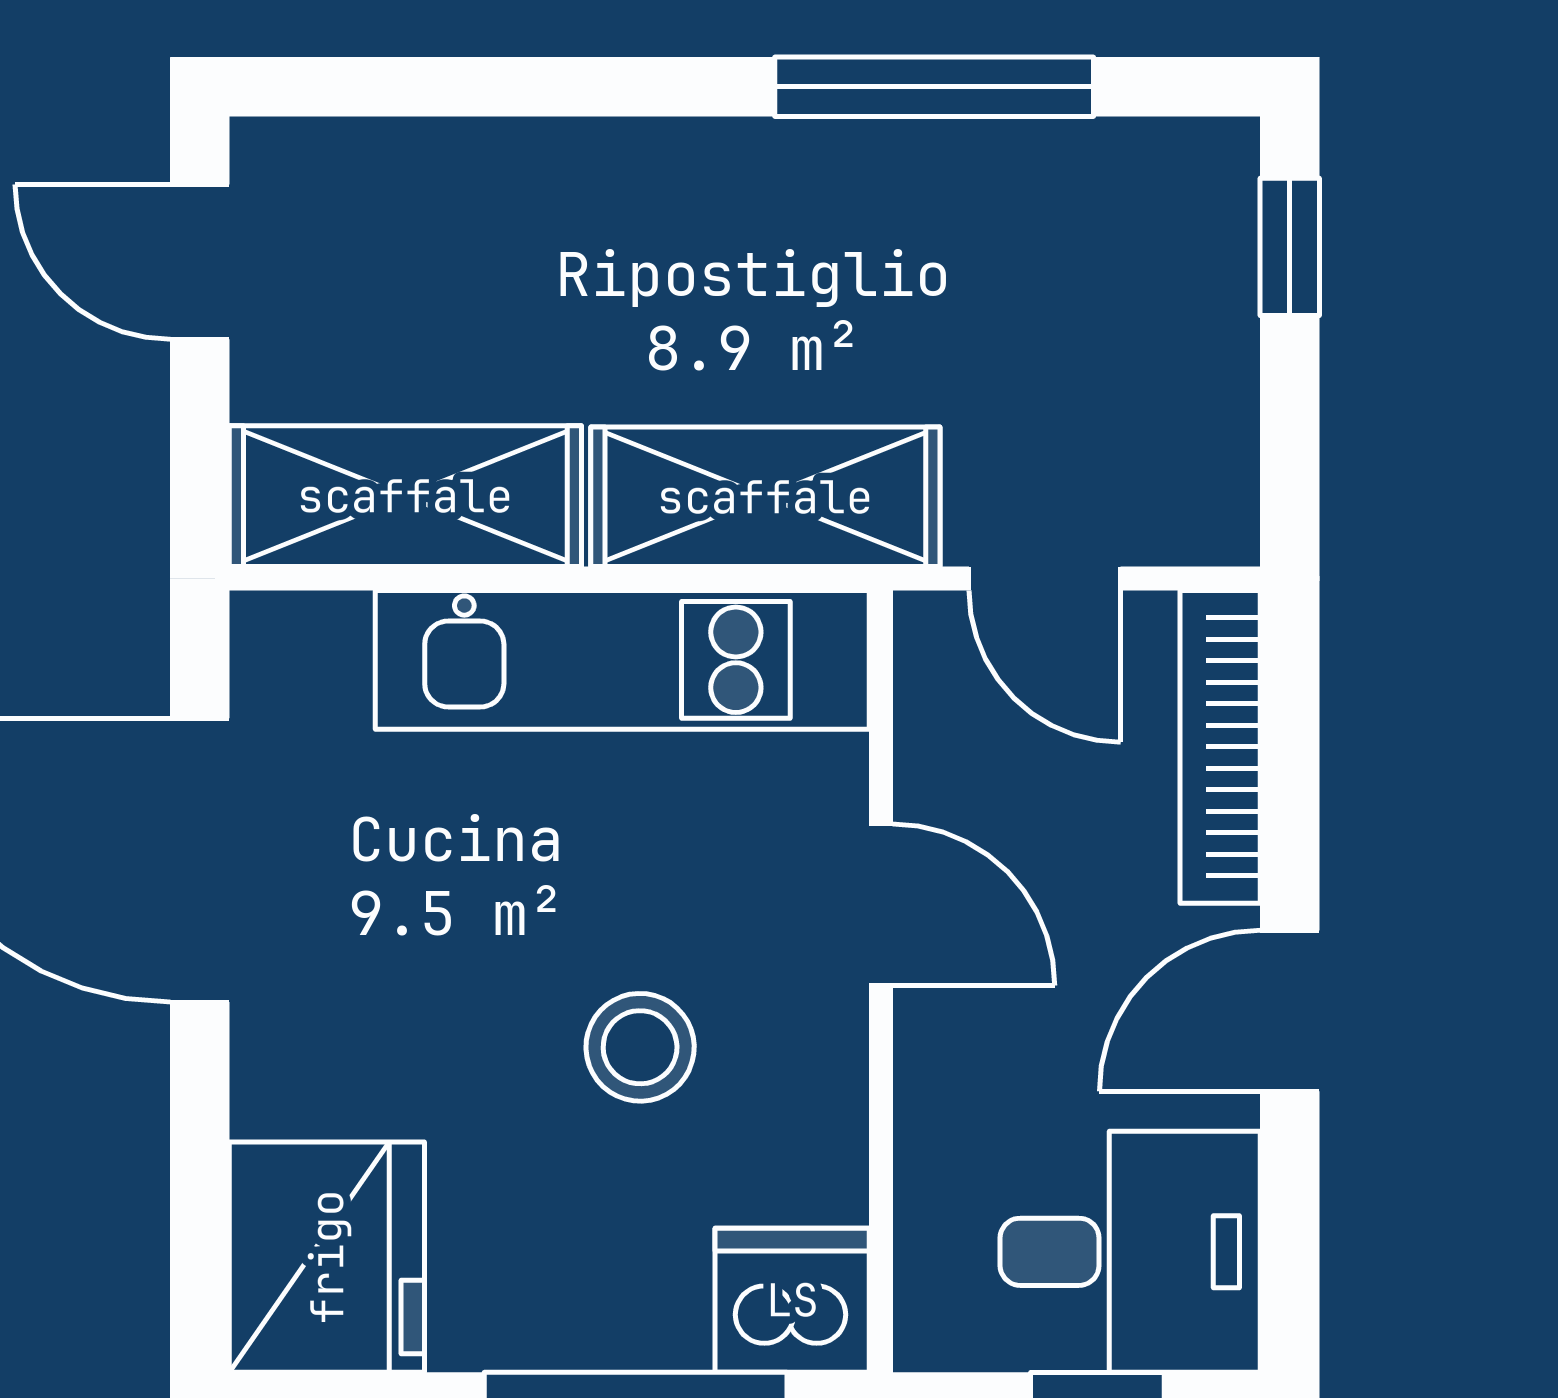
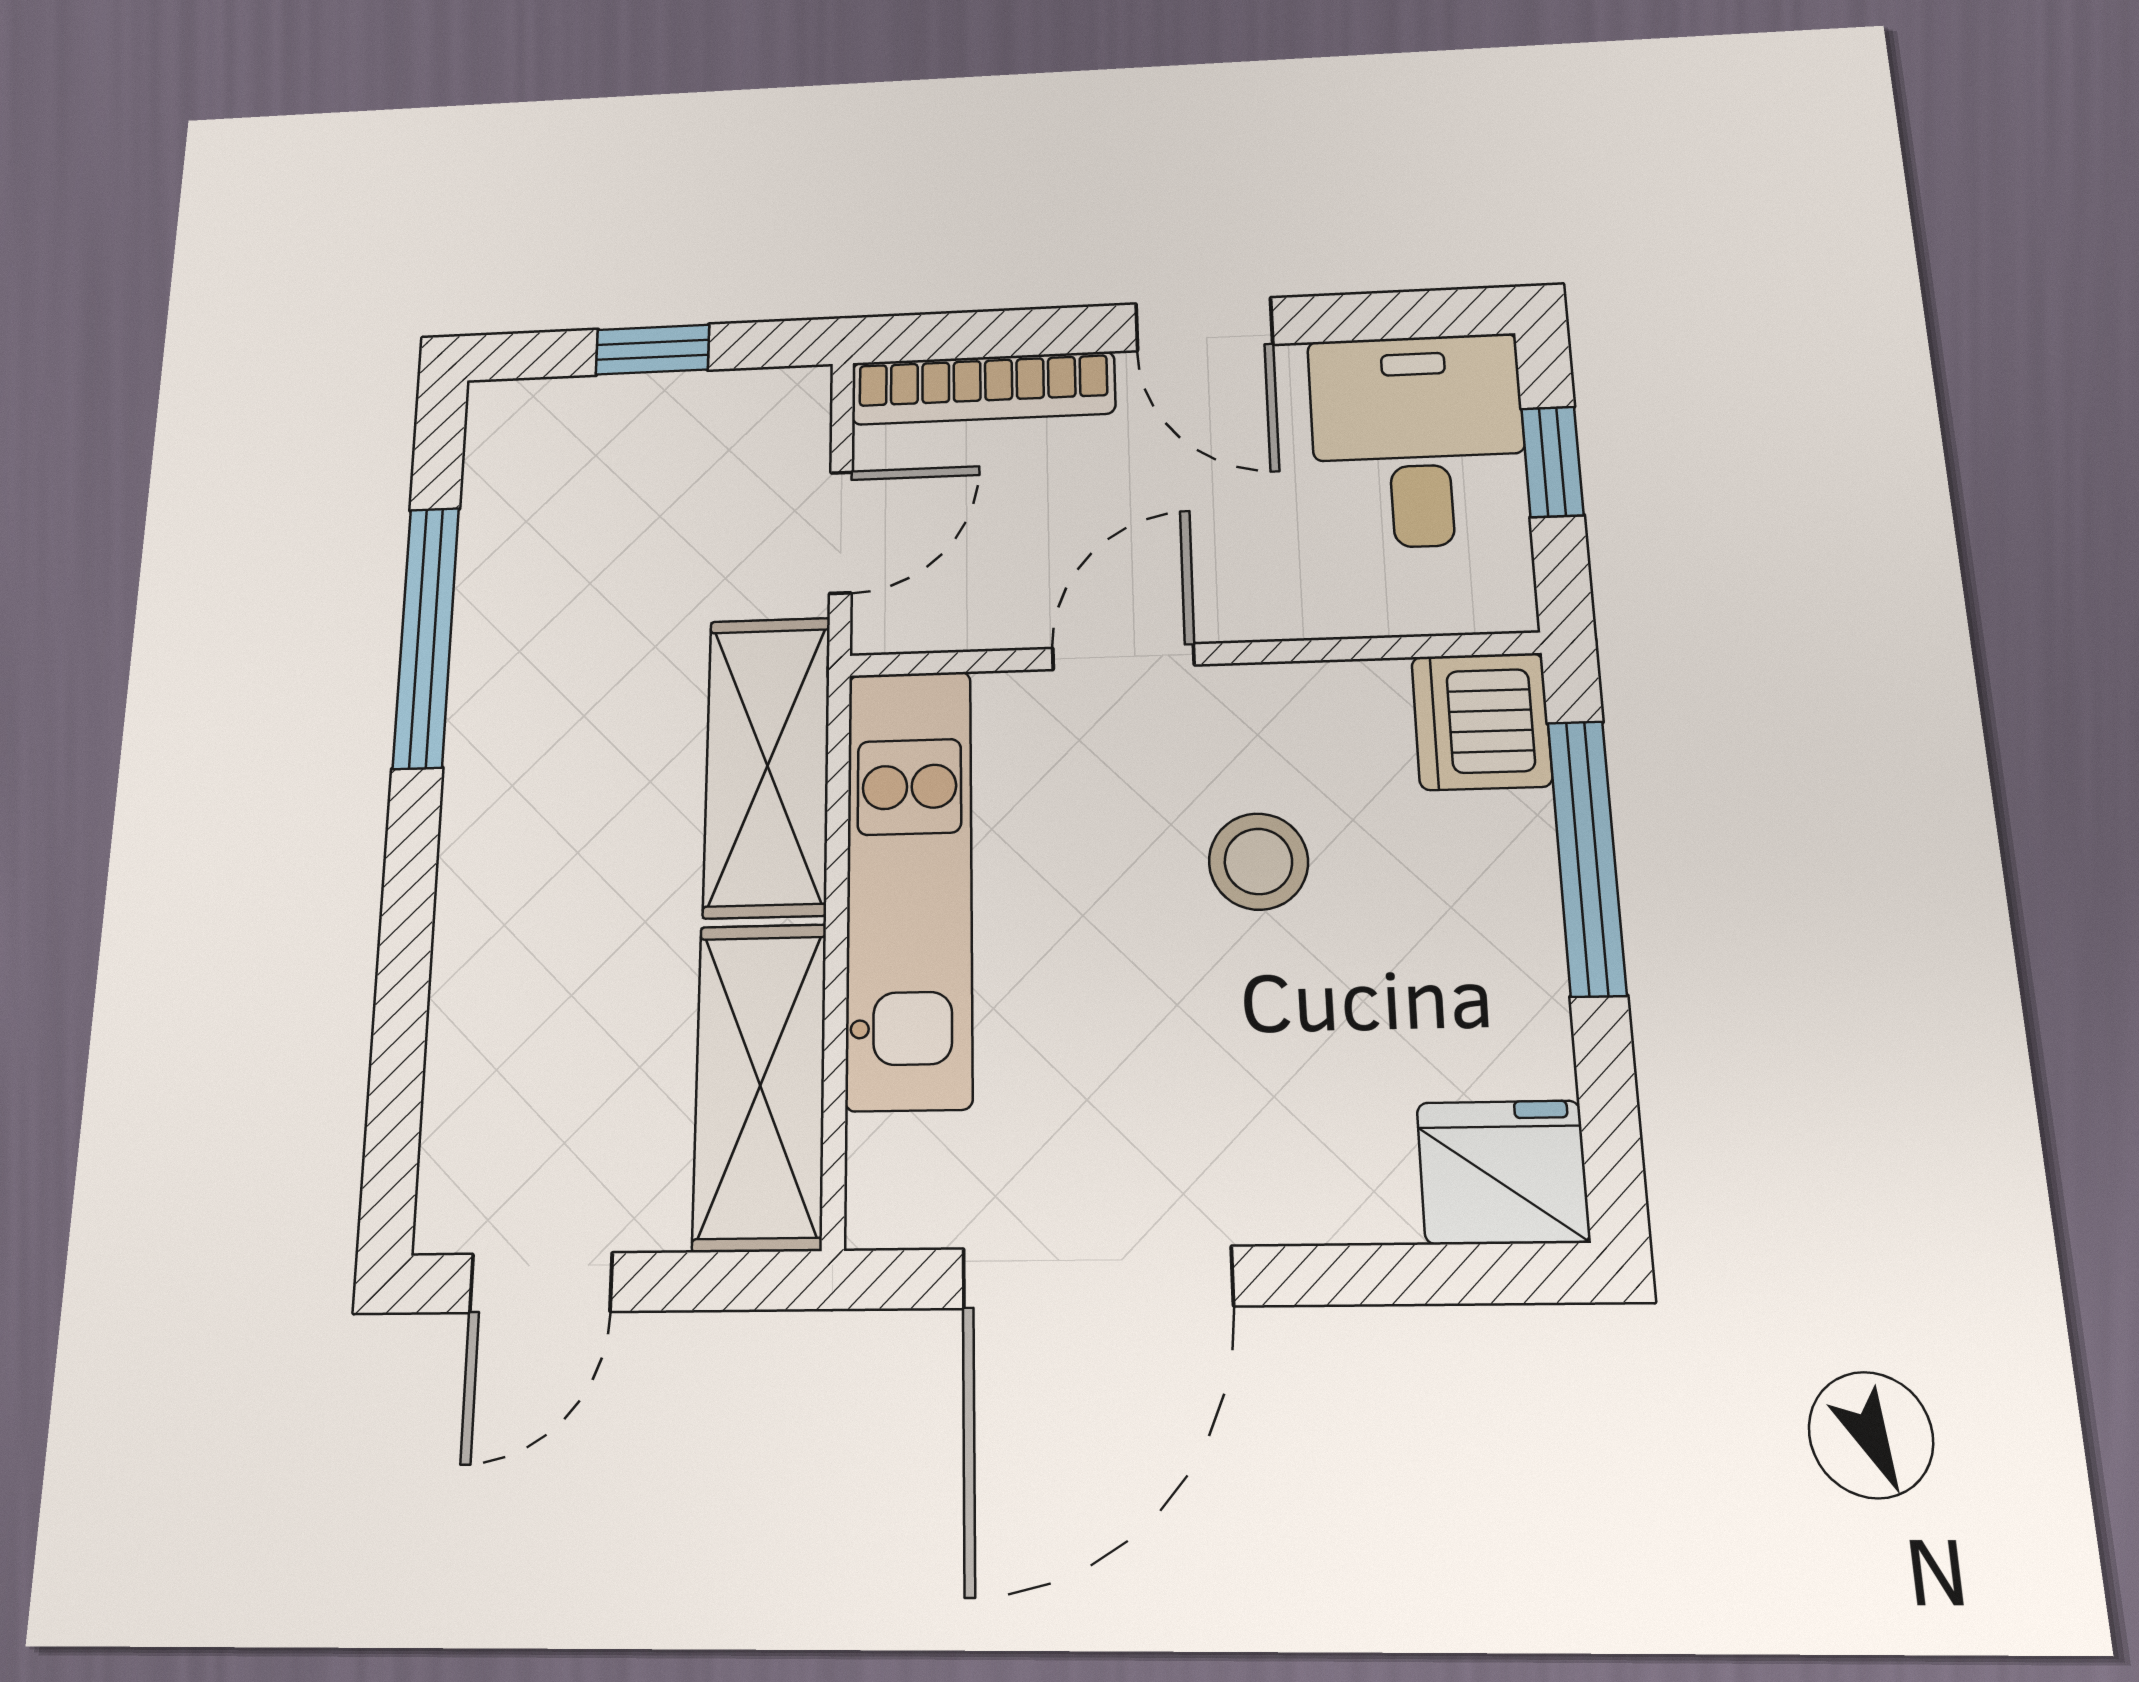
window: (1290, 247) -> (653, 350), moved
fridge: (327, 1257) -> (1503, 1172), width x0.73, depth x0.75

